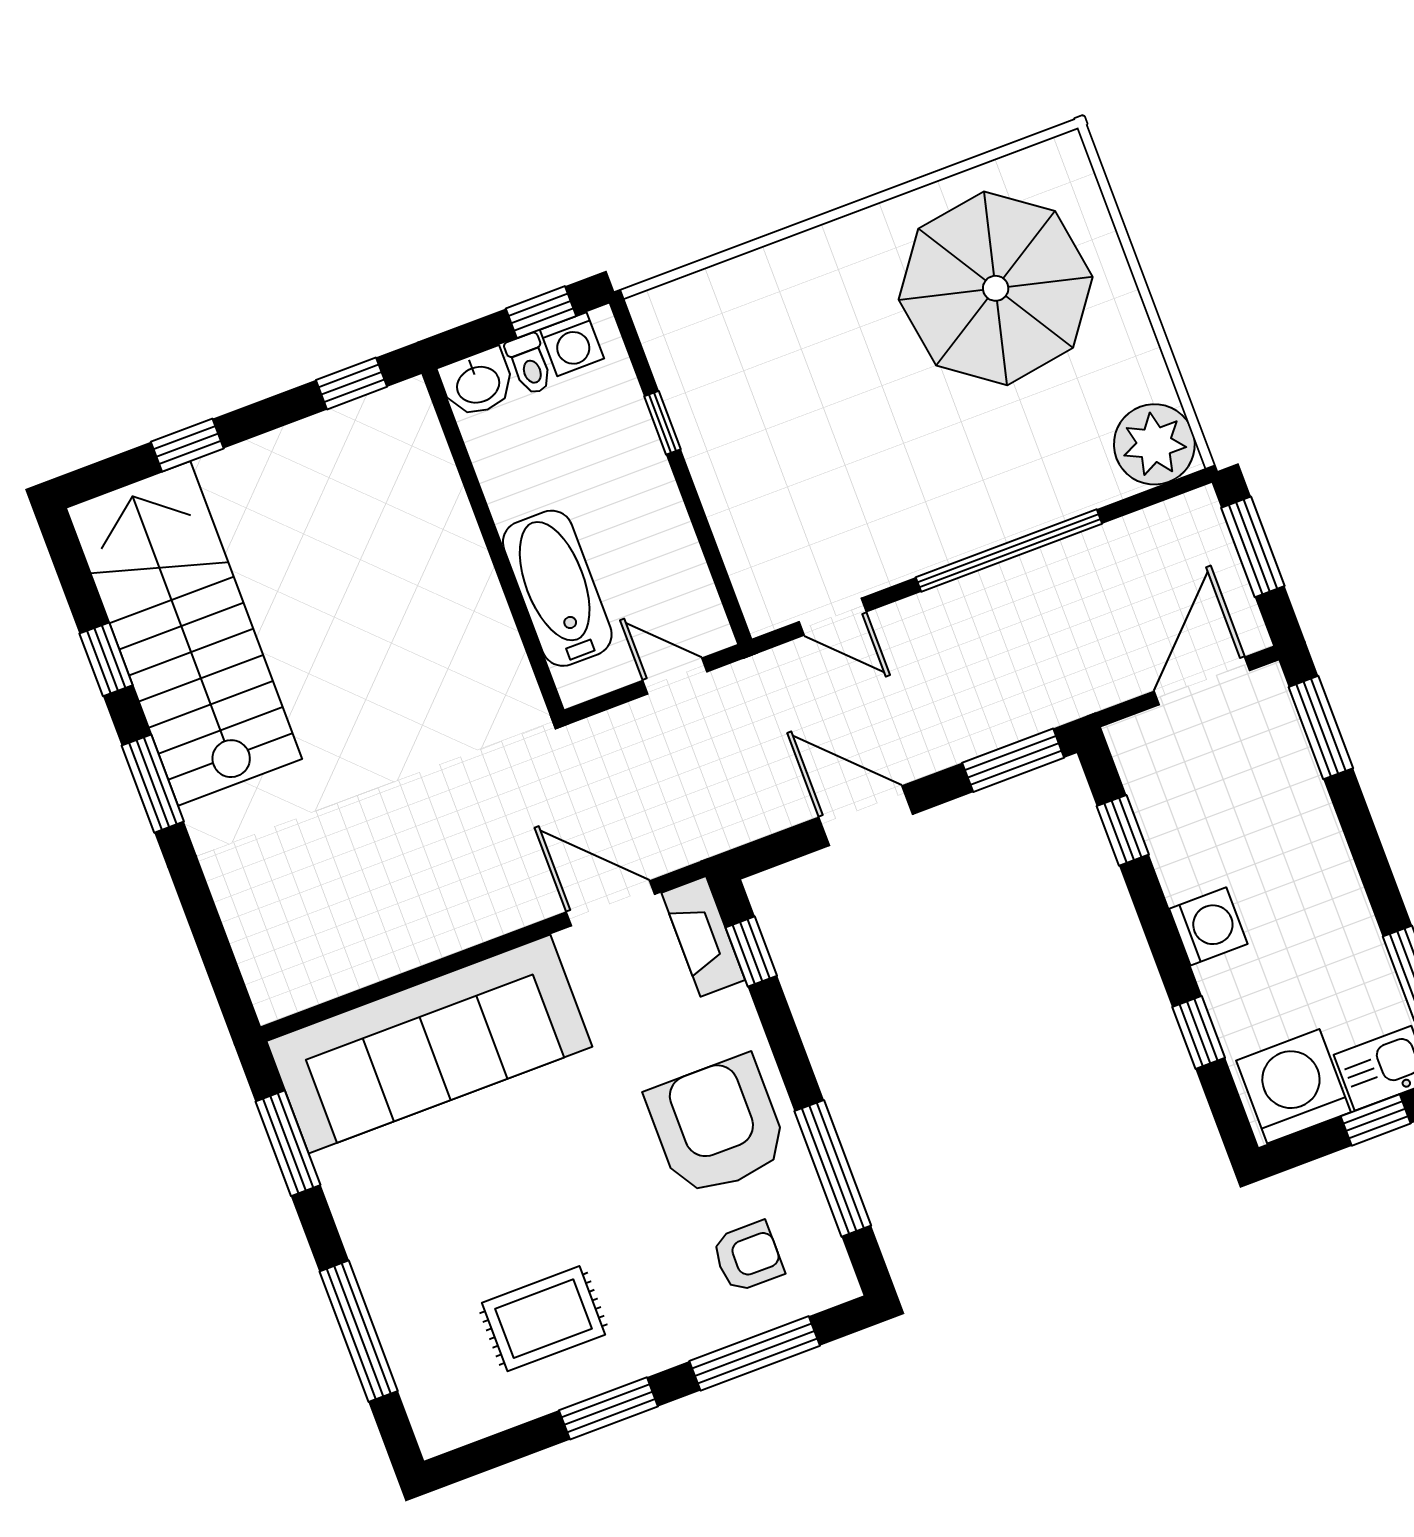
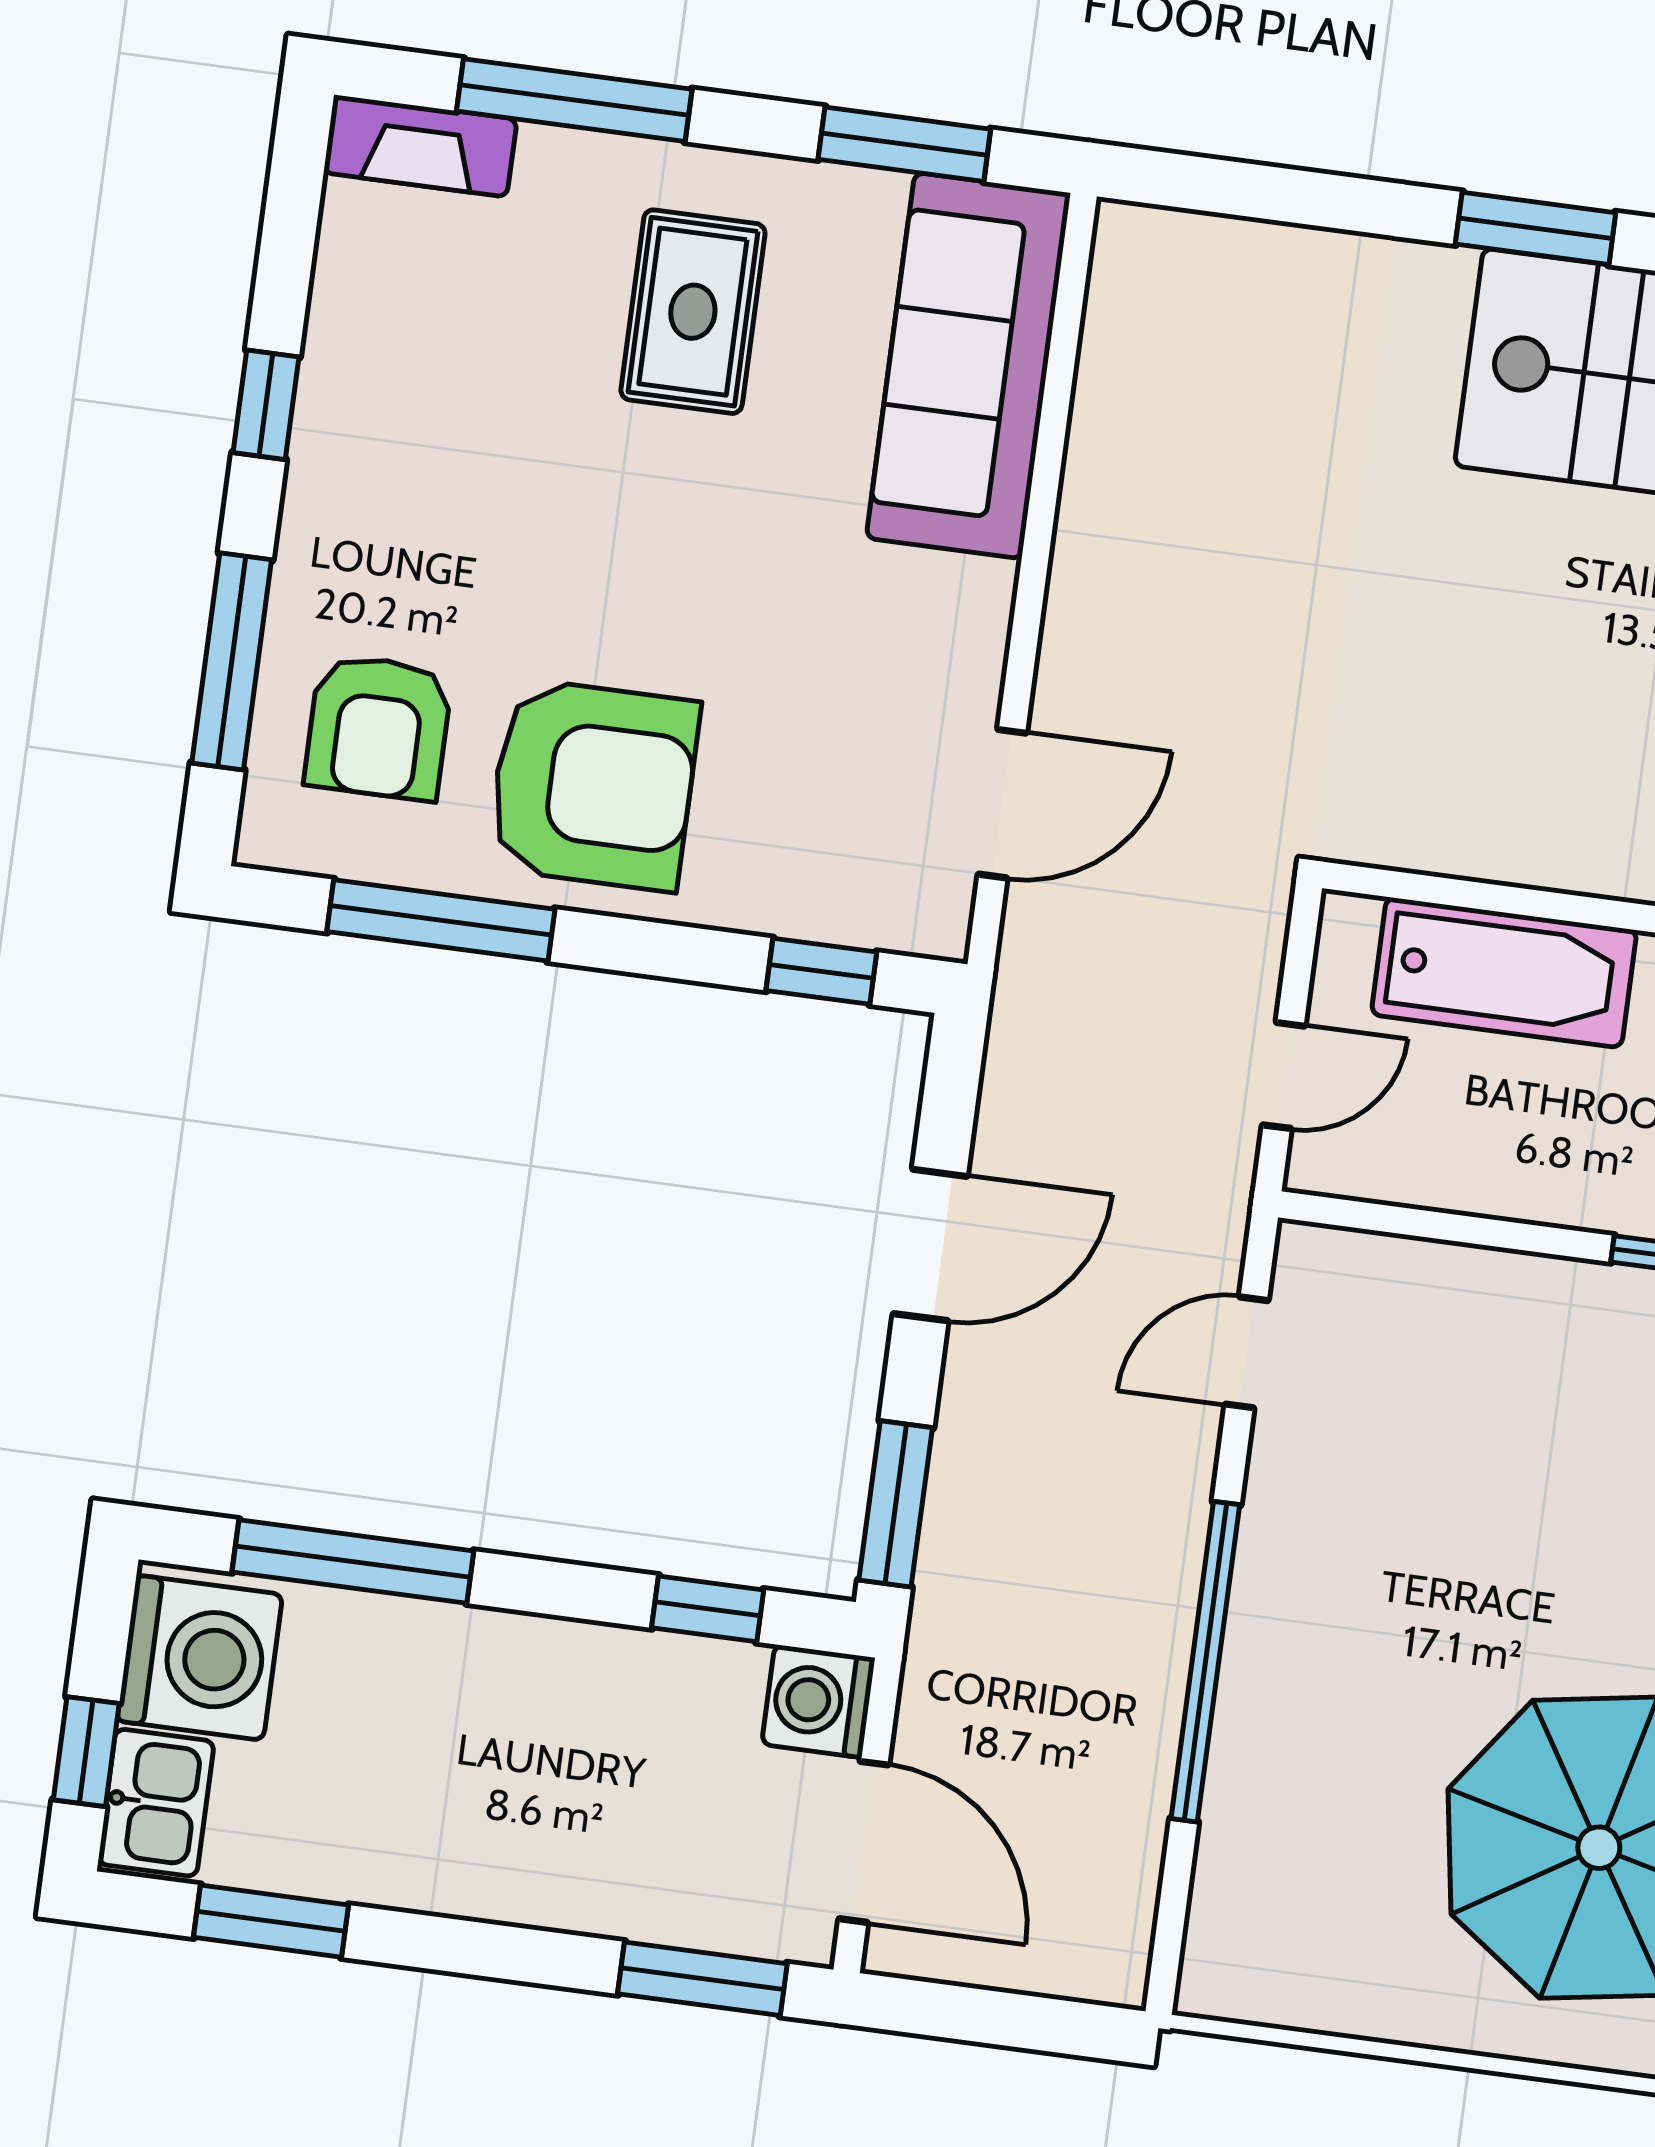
plant: (1154, 444) -> (1247, 1957), removed
window: (1253, 547) -> (1020, 2021), removed
washing machine: (1208, 926) -> (818, 1701), moved, turned 90
fireplace: (703, 936) -> (420, 146), moved, turned 180
window: (1199, 1032) -> (353, 1562), width x2.17
sofa: (429, 1044) -> (968, 366), width x0.74, depth x0.79
armchair: (748, 1257) -> (378, 727), width x1.38, depth x1.38
rug: (543, 1319) -> (693, 312), moved
window: (608, 1408) -> (266, 405), width x0.67

